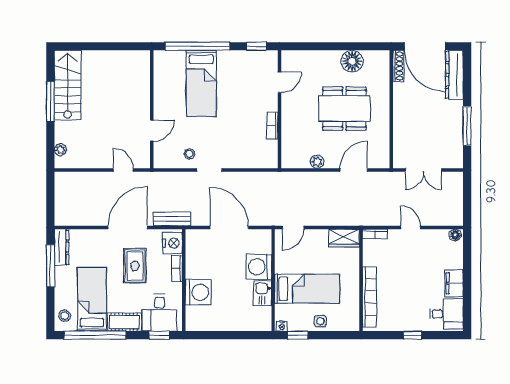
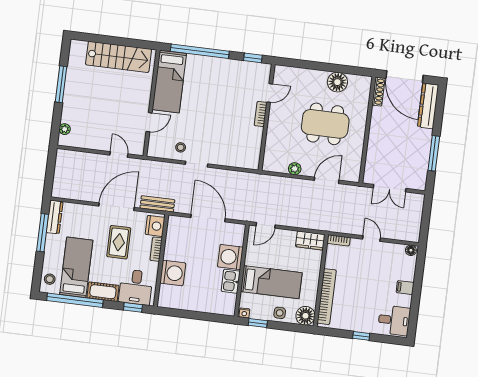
bed: (201, 83) -> (169, 81), moved
stairs: (68, 85) -> (119, 57), moved, turned 90
bookcase: (272, 126) -> (261, 114), moved
filing cabinet: (454, 283) -> (405, 288), width x0.50
floor lamp: (349, 321) -> (305, 316), added

